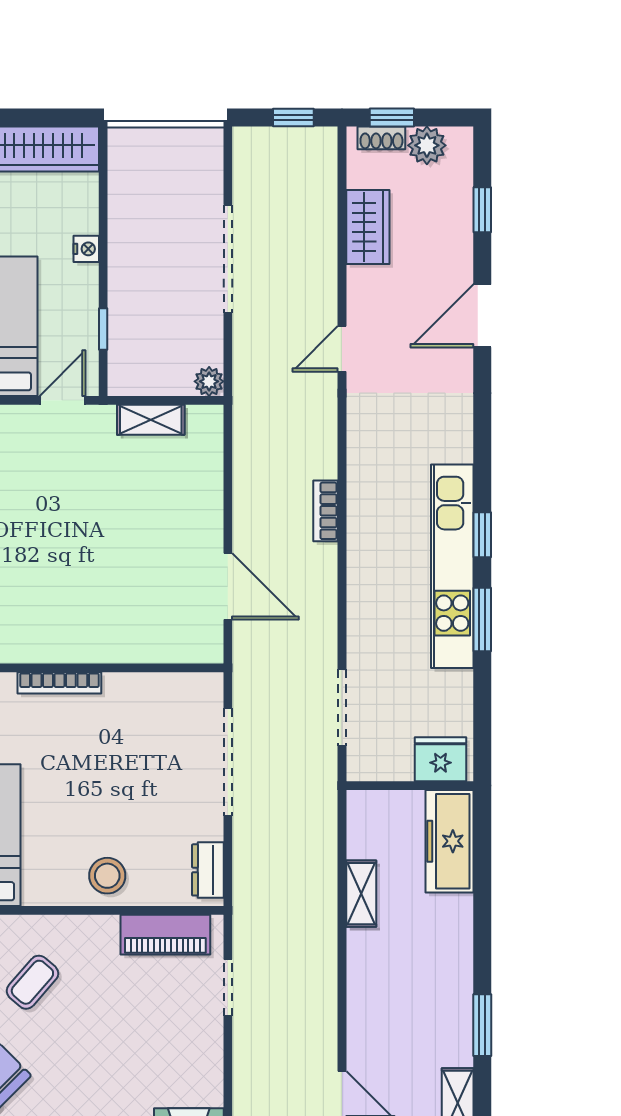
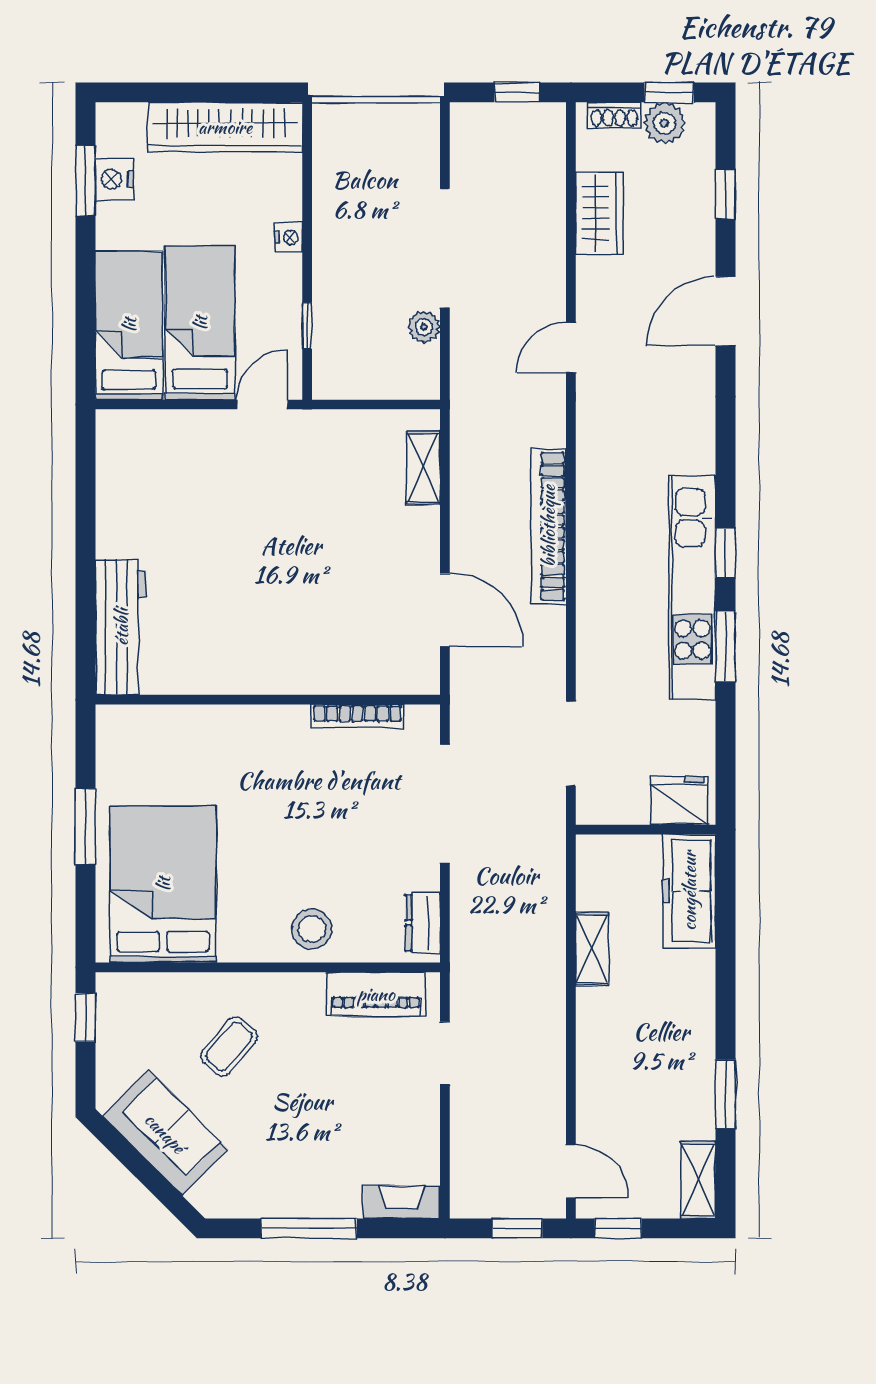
window: (392, 118) -> (669, 92), moved
plant: (209, 381) -> (424, 327), moved
shelving: (151, 420) -> (423, 468), moved, turned 90
bookcase: (326, 511) -> (548, 526), width x2.31, depth x1.31
bookcase: (59, 683) -> (358, 716), moved

